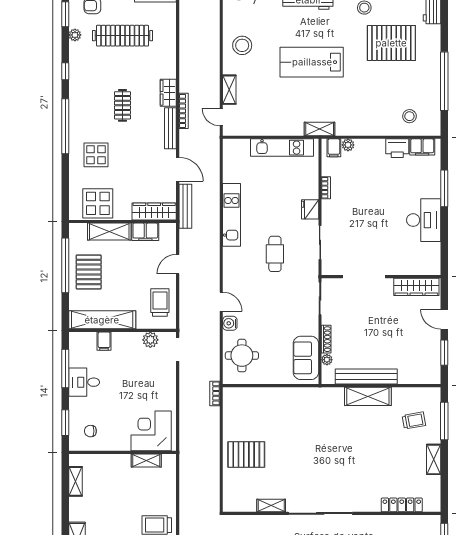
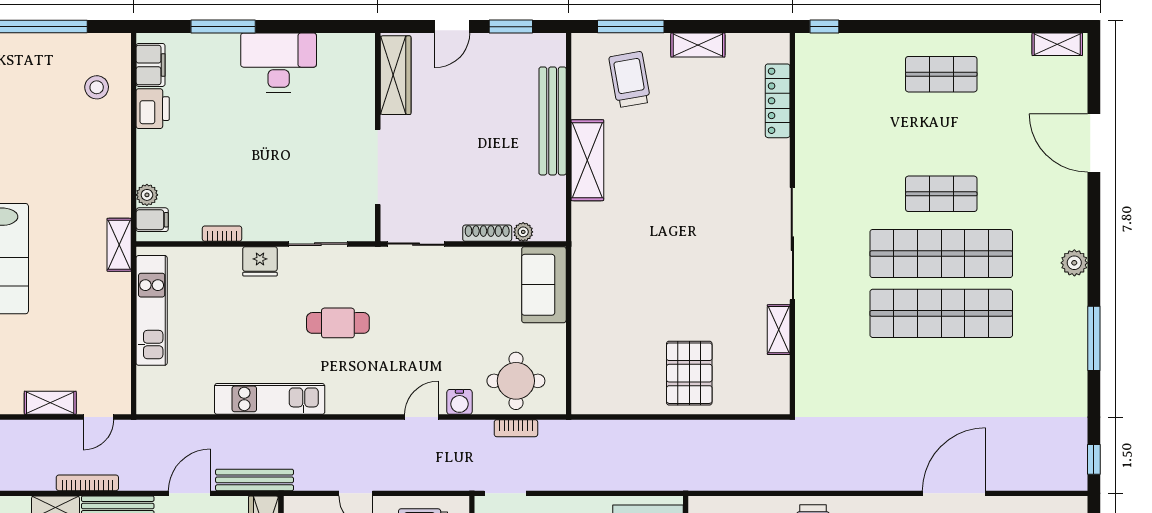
sofa: (306, 358) -> (544, 285), moved, turned 90
bench: (366, 376) -> (553, 121), moved
bookcase: (215, 393) -> (516, 428), moved
trolley: (414, 420) -> (630, 80), width x1.36, depth x1.39

